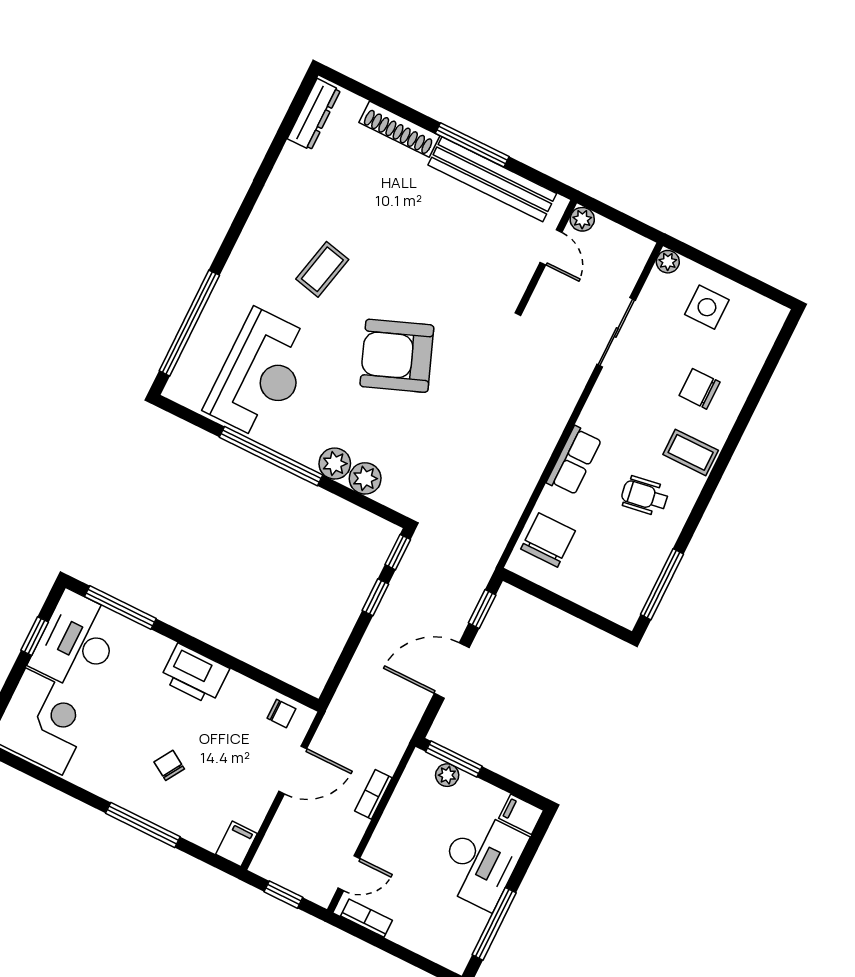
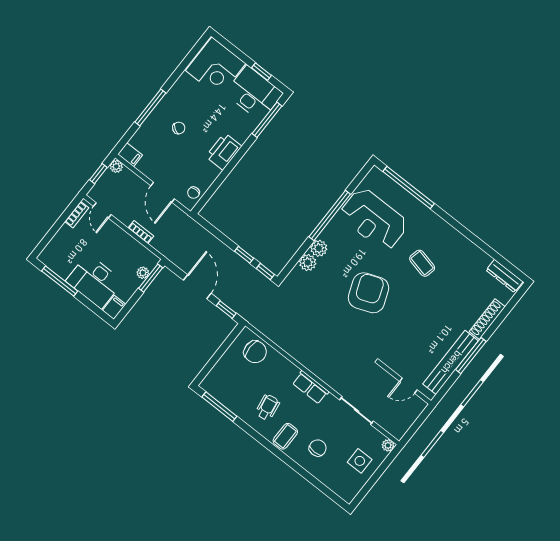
plant: (582, 219) -> (116, 166), moved
row of seats: (574, 461) -> (311, 387), moved

